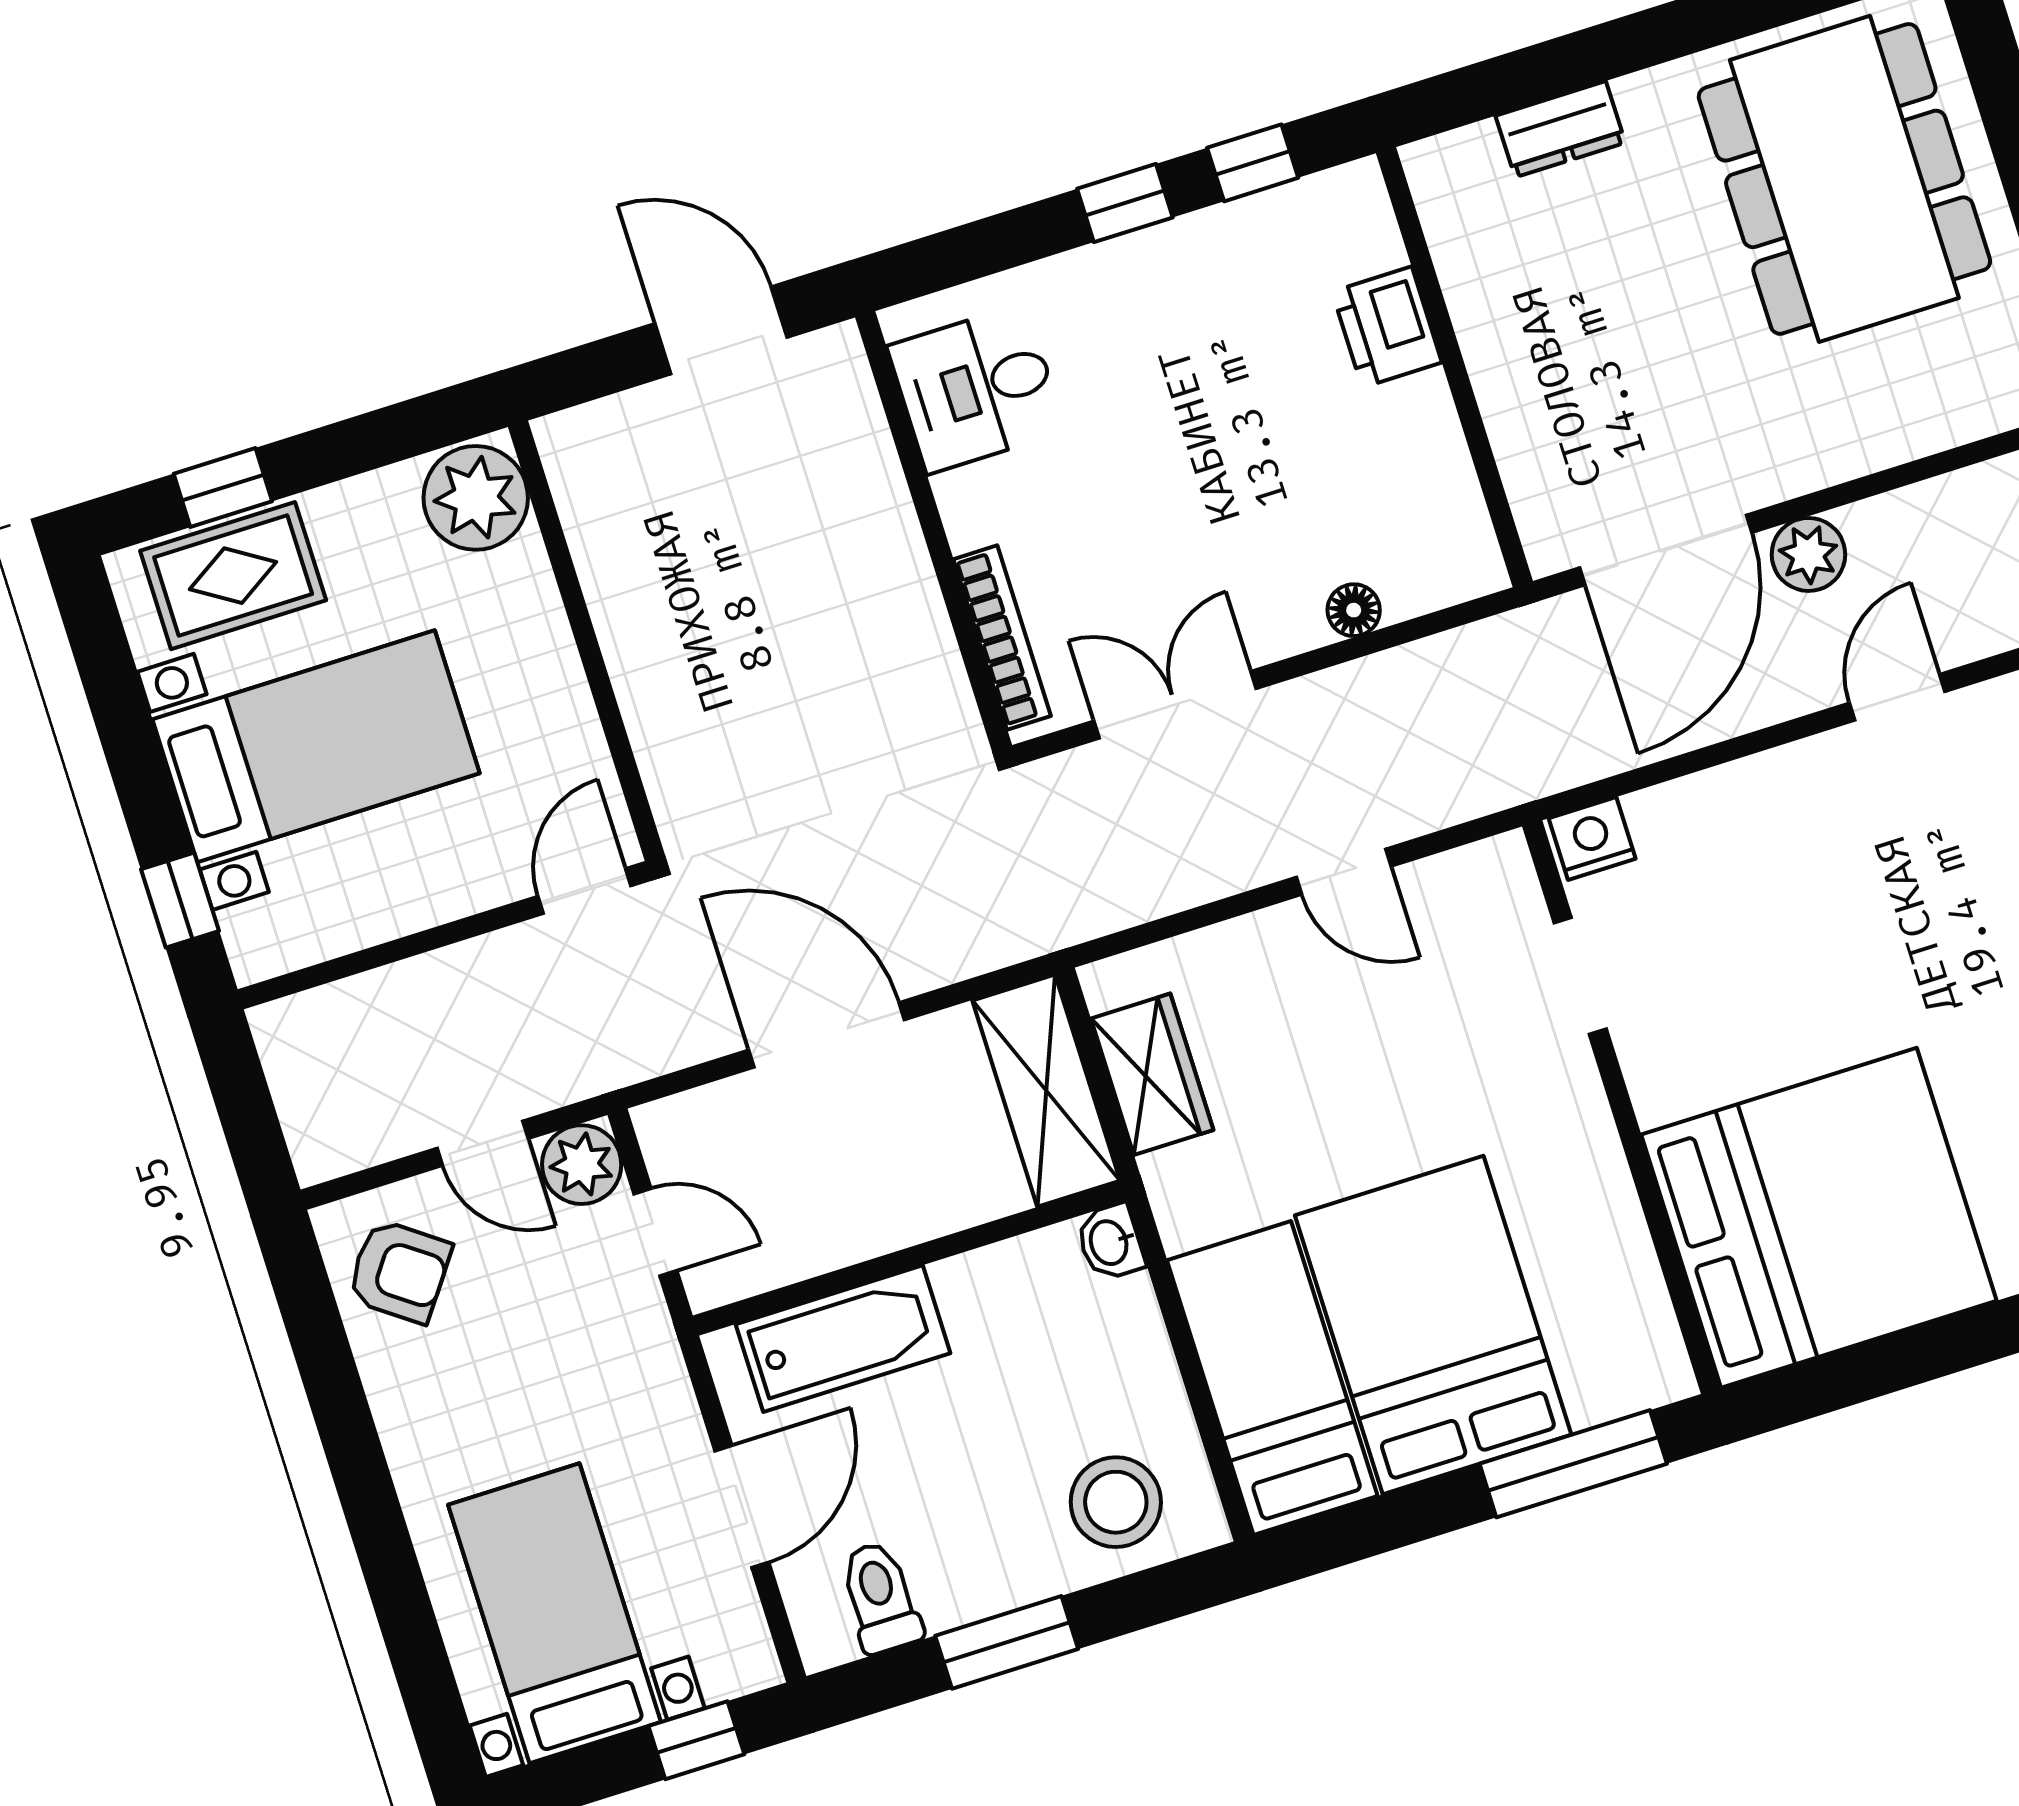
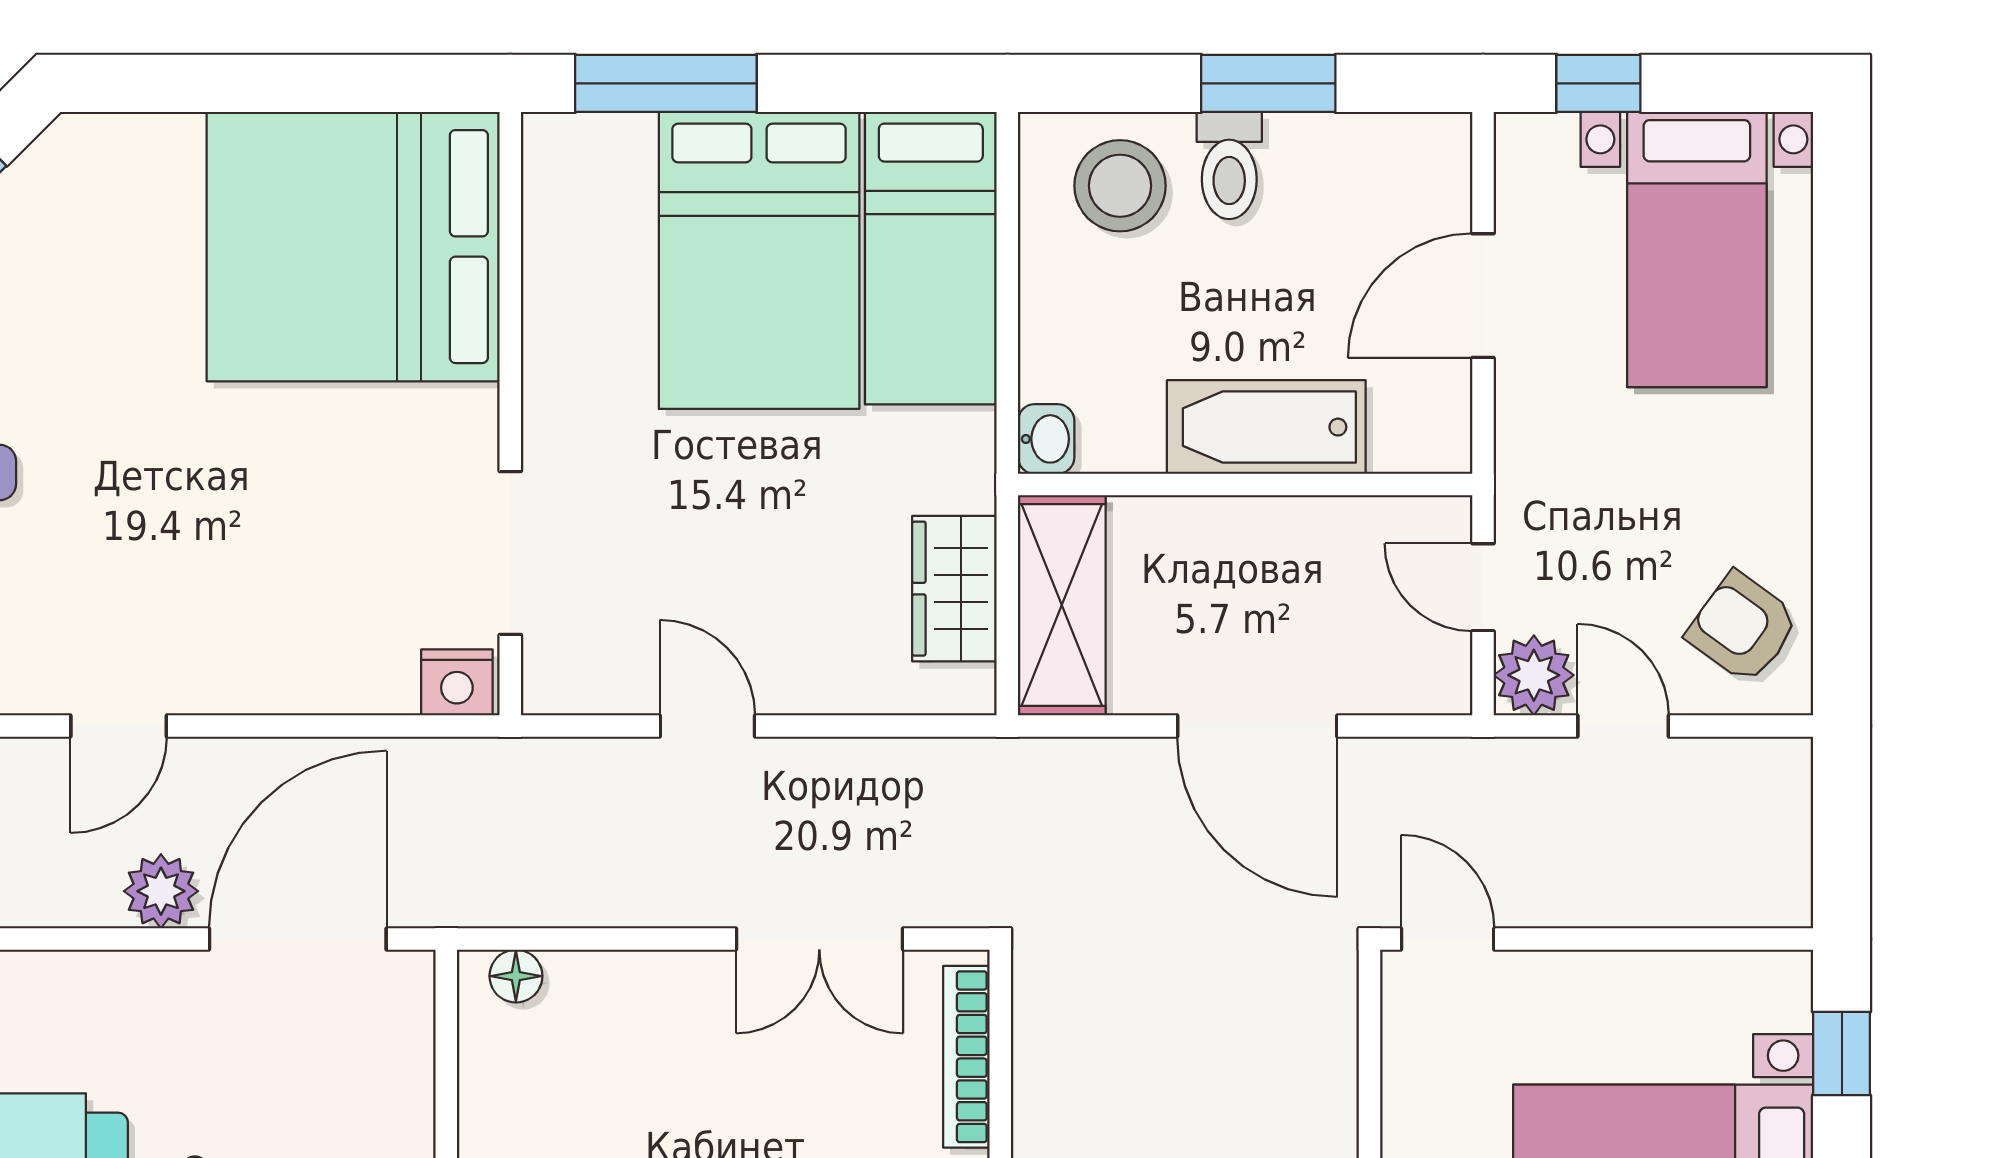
floor lamp: (1354, 610) -> (516, 976), moved
door: (584, 891) -> (1448, 939), swing flipped
doorway: (1580, 976) -> (510, 553), width x1.38
bathtub: (843, 1339) -> (1266, 427), moved
toilet: (880, 1597) -> (1229, 166), moved

